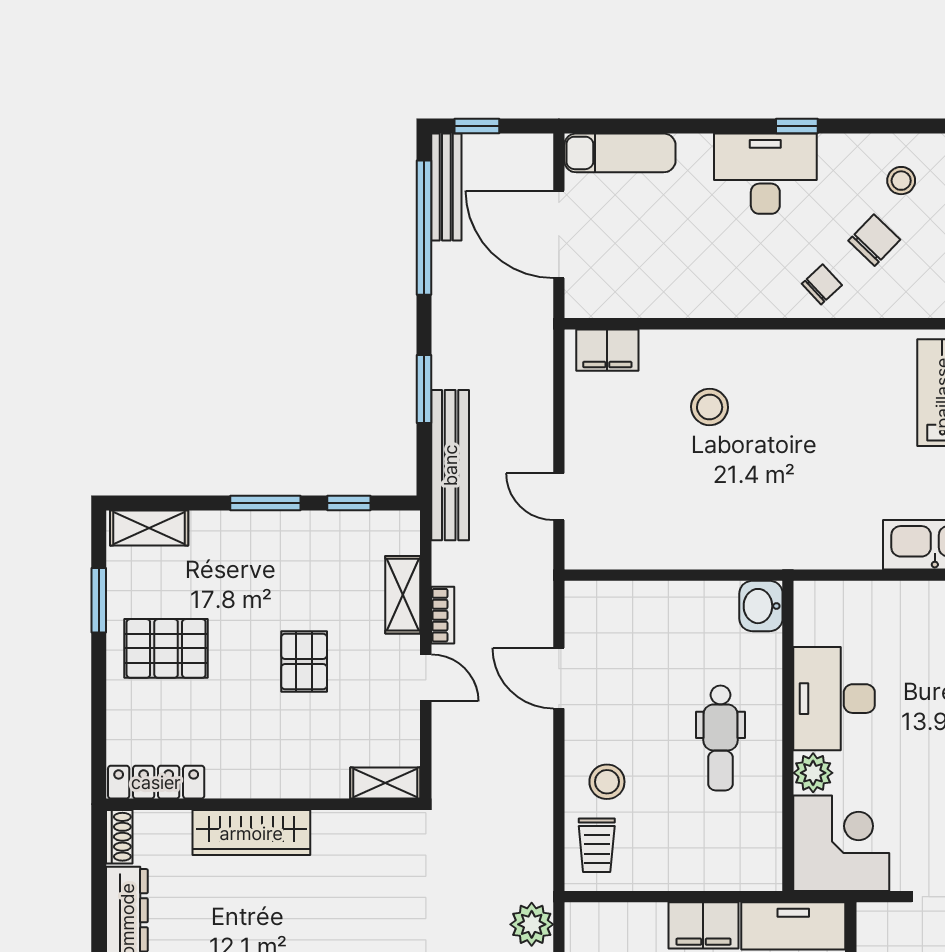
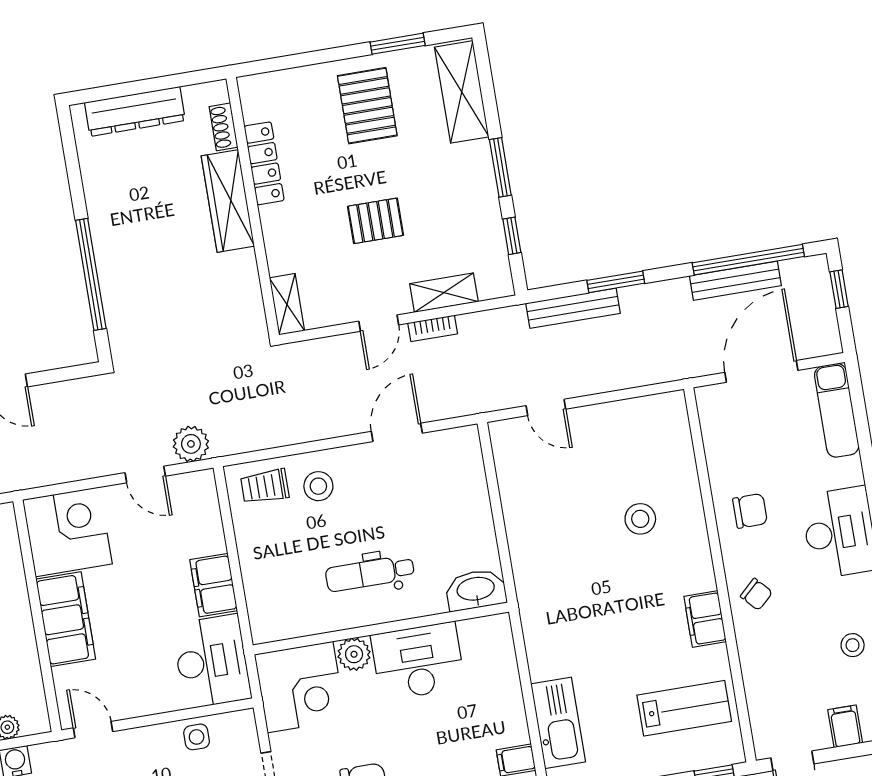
bench: (446, 187) -> (735, 281), moved
chair: (874, 240) -> (750, 511), moved, turned -44
filing cabinet: (607, 350) -> (705, 619), moved
bench: (450, 465) -> (573, 308), width x0.73, depth x0.82
door: (559, 497) -> (546, 407), swing flipped
shelving: (149, 528) -> (462, 92), width x1.50, depth x1.33
washbasin: (761, 606) -> (476, 590), width x1.38
locker: (156, 782) -> (264, 163), moved
shoe rack: (119, 837) -> (224, 127), moved, turned 90

